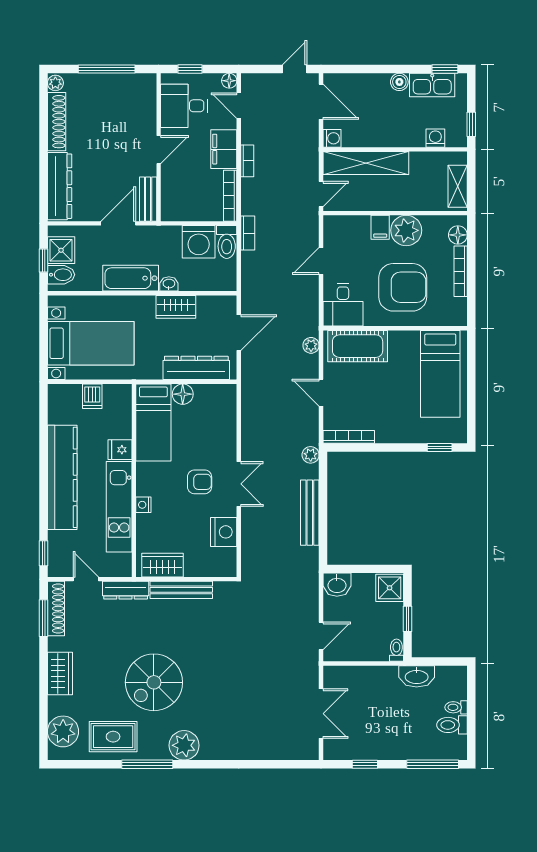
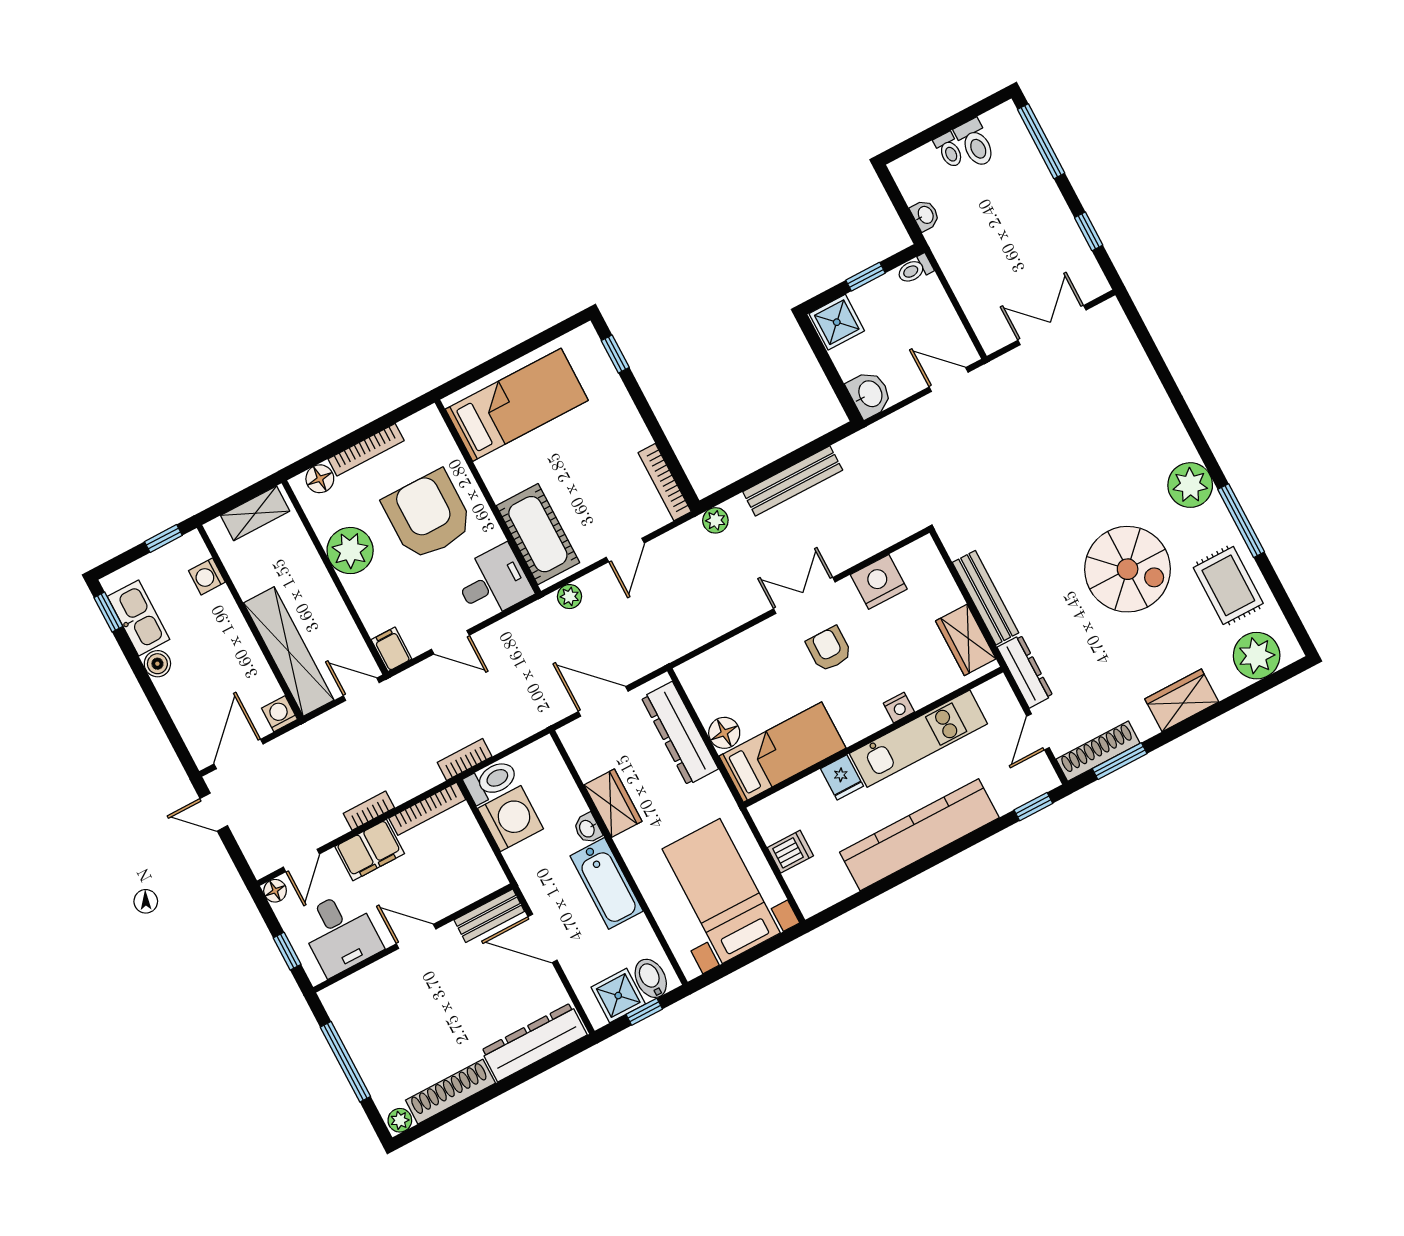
filing cabinet: (380, 227) -> (391, 649), moved, turned -90
washbasin: (417, 676) -> (925, 215), width x0.52, depth x0.69

